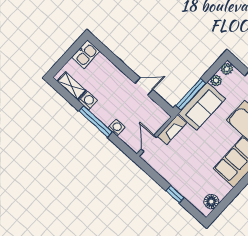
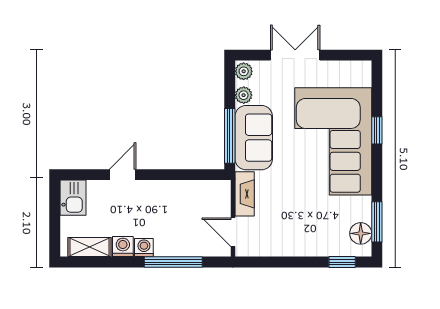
door: (144, 86) -> (123, 175), moved
window: (96, 121) -> (173, 262), moved
washing machine: (116, 127) -> (144, 248), moved
window: (175, 194) -> (342, 262), moved
window: (224, 203) -> (377, 222), added

